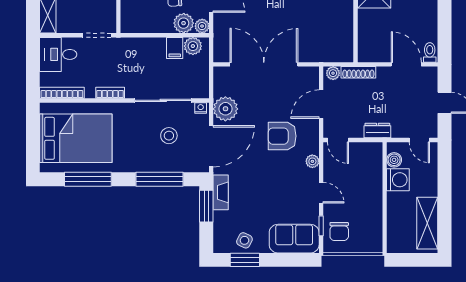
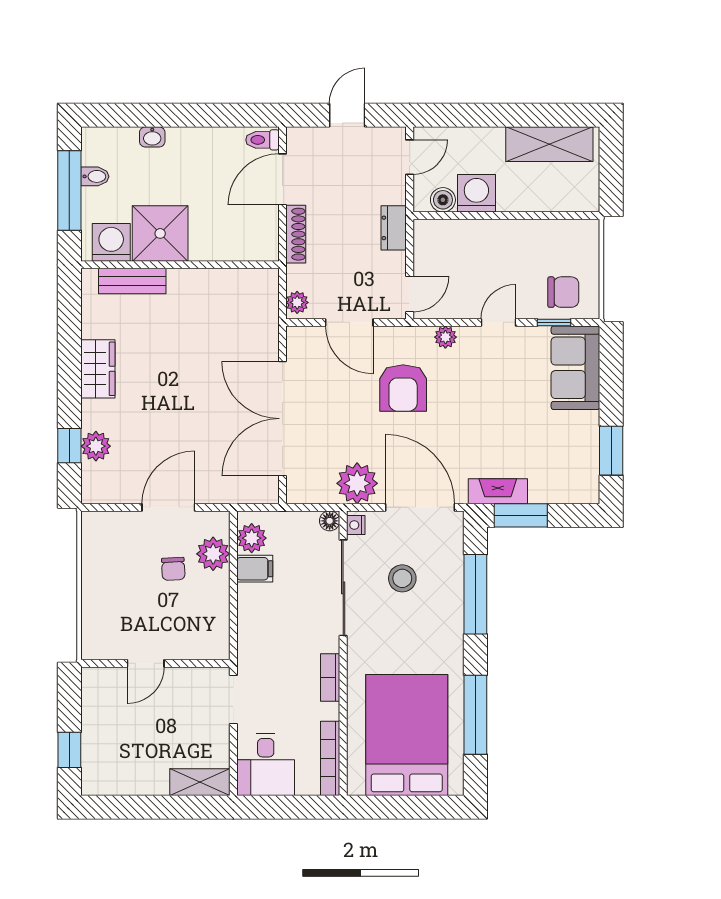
plant: (202, 26) -> (218, 523), removed
shoe rack: (358, 72) -> (296, 234), moved
floor lamp: (203, 92) -> (330, 521), added
side table: (244, 240) -> (578, 451), removed

